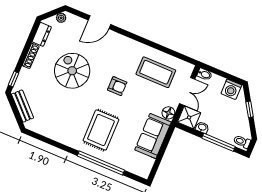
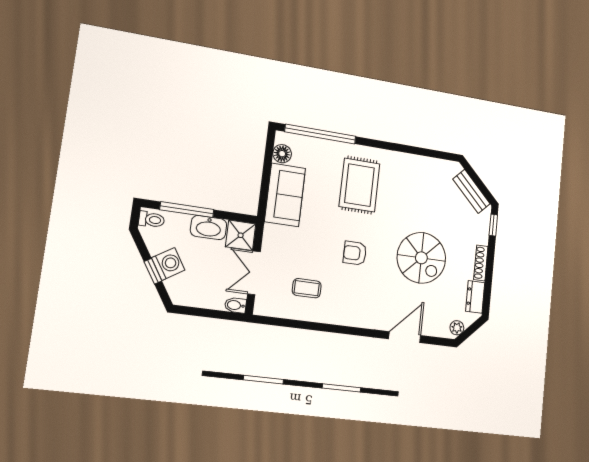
coffee table: (156, 72) -> (307, 288), width x0.54, depth x0.58
washing machine: (231, 89) -> (168, 264), moved, turned 58
floor lamp: (168, 113) -> (282, 154), moved
washbasin: (202, 127) -> (209, 228), width x1.91, depth x1.45
window: (101, 163) -> (320, 134), moved

